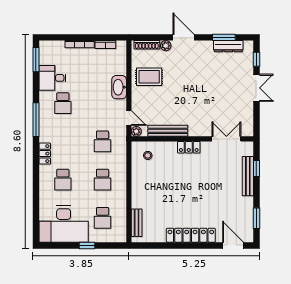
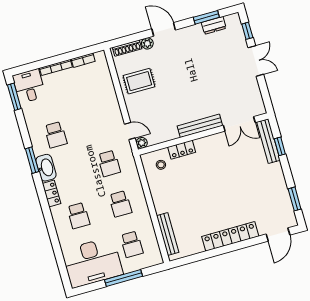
dresser: (228, 46) -> (214, 25), width x0.70
desk: (53, 78) -> (29, 86), moved, turned 90
washbasin: (119, 87) -> (46, 168), moved, turned 180
window: (36, 120) -> (32, 160), width x0.69
bench: (168, 131) -> (200, 126), moved
double door: (226, 139) -> (239, 124), swing flipped
locker: (189, 147) -> (182, 150), moved
bench: (248, 176) -> (268, 141), moved
bench: (137, 223) -> (168, 234), width x1.36
window: (87, 245) -> (123, 278), width x2.17
door: (233, 245) -> (278, 235), swing flipped

